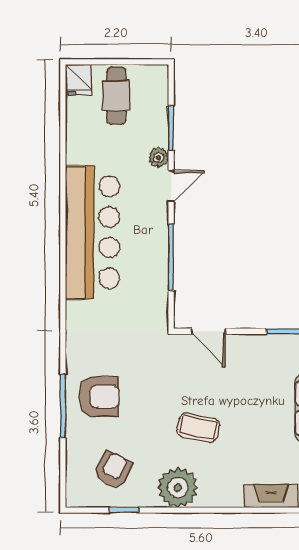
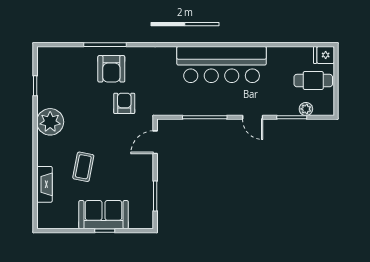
plant: (159, 157) -> (306, 109), moved
coffee table: (198, 428) -> (83, 167), moved
armchair: (113, 470) -> (124, 103), moved, turned -116

